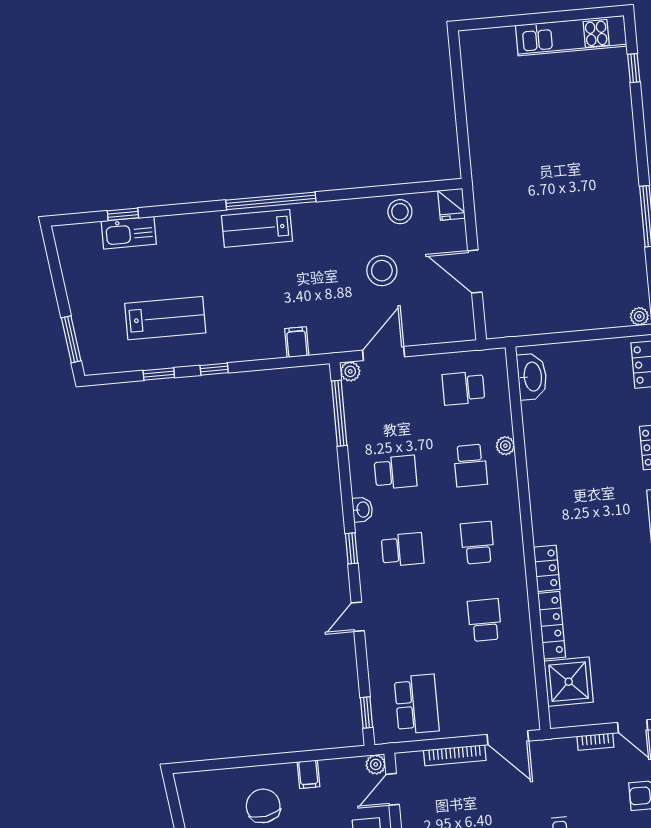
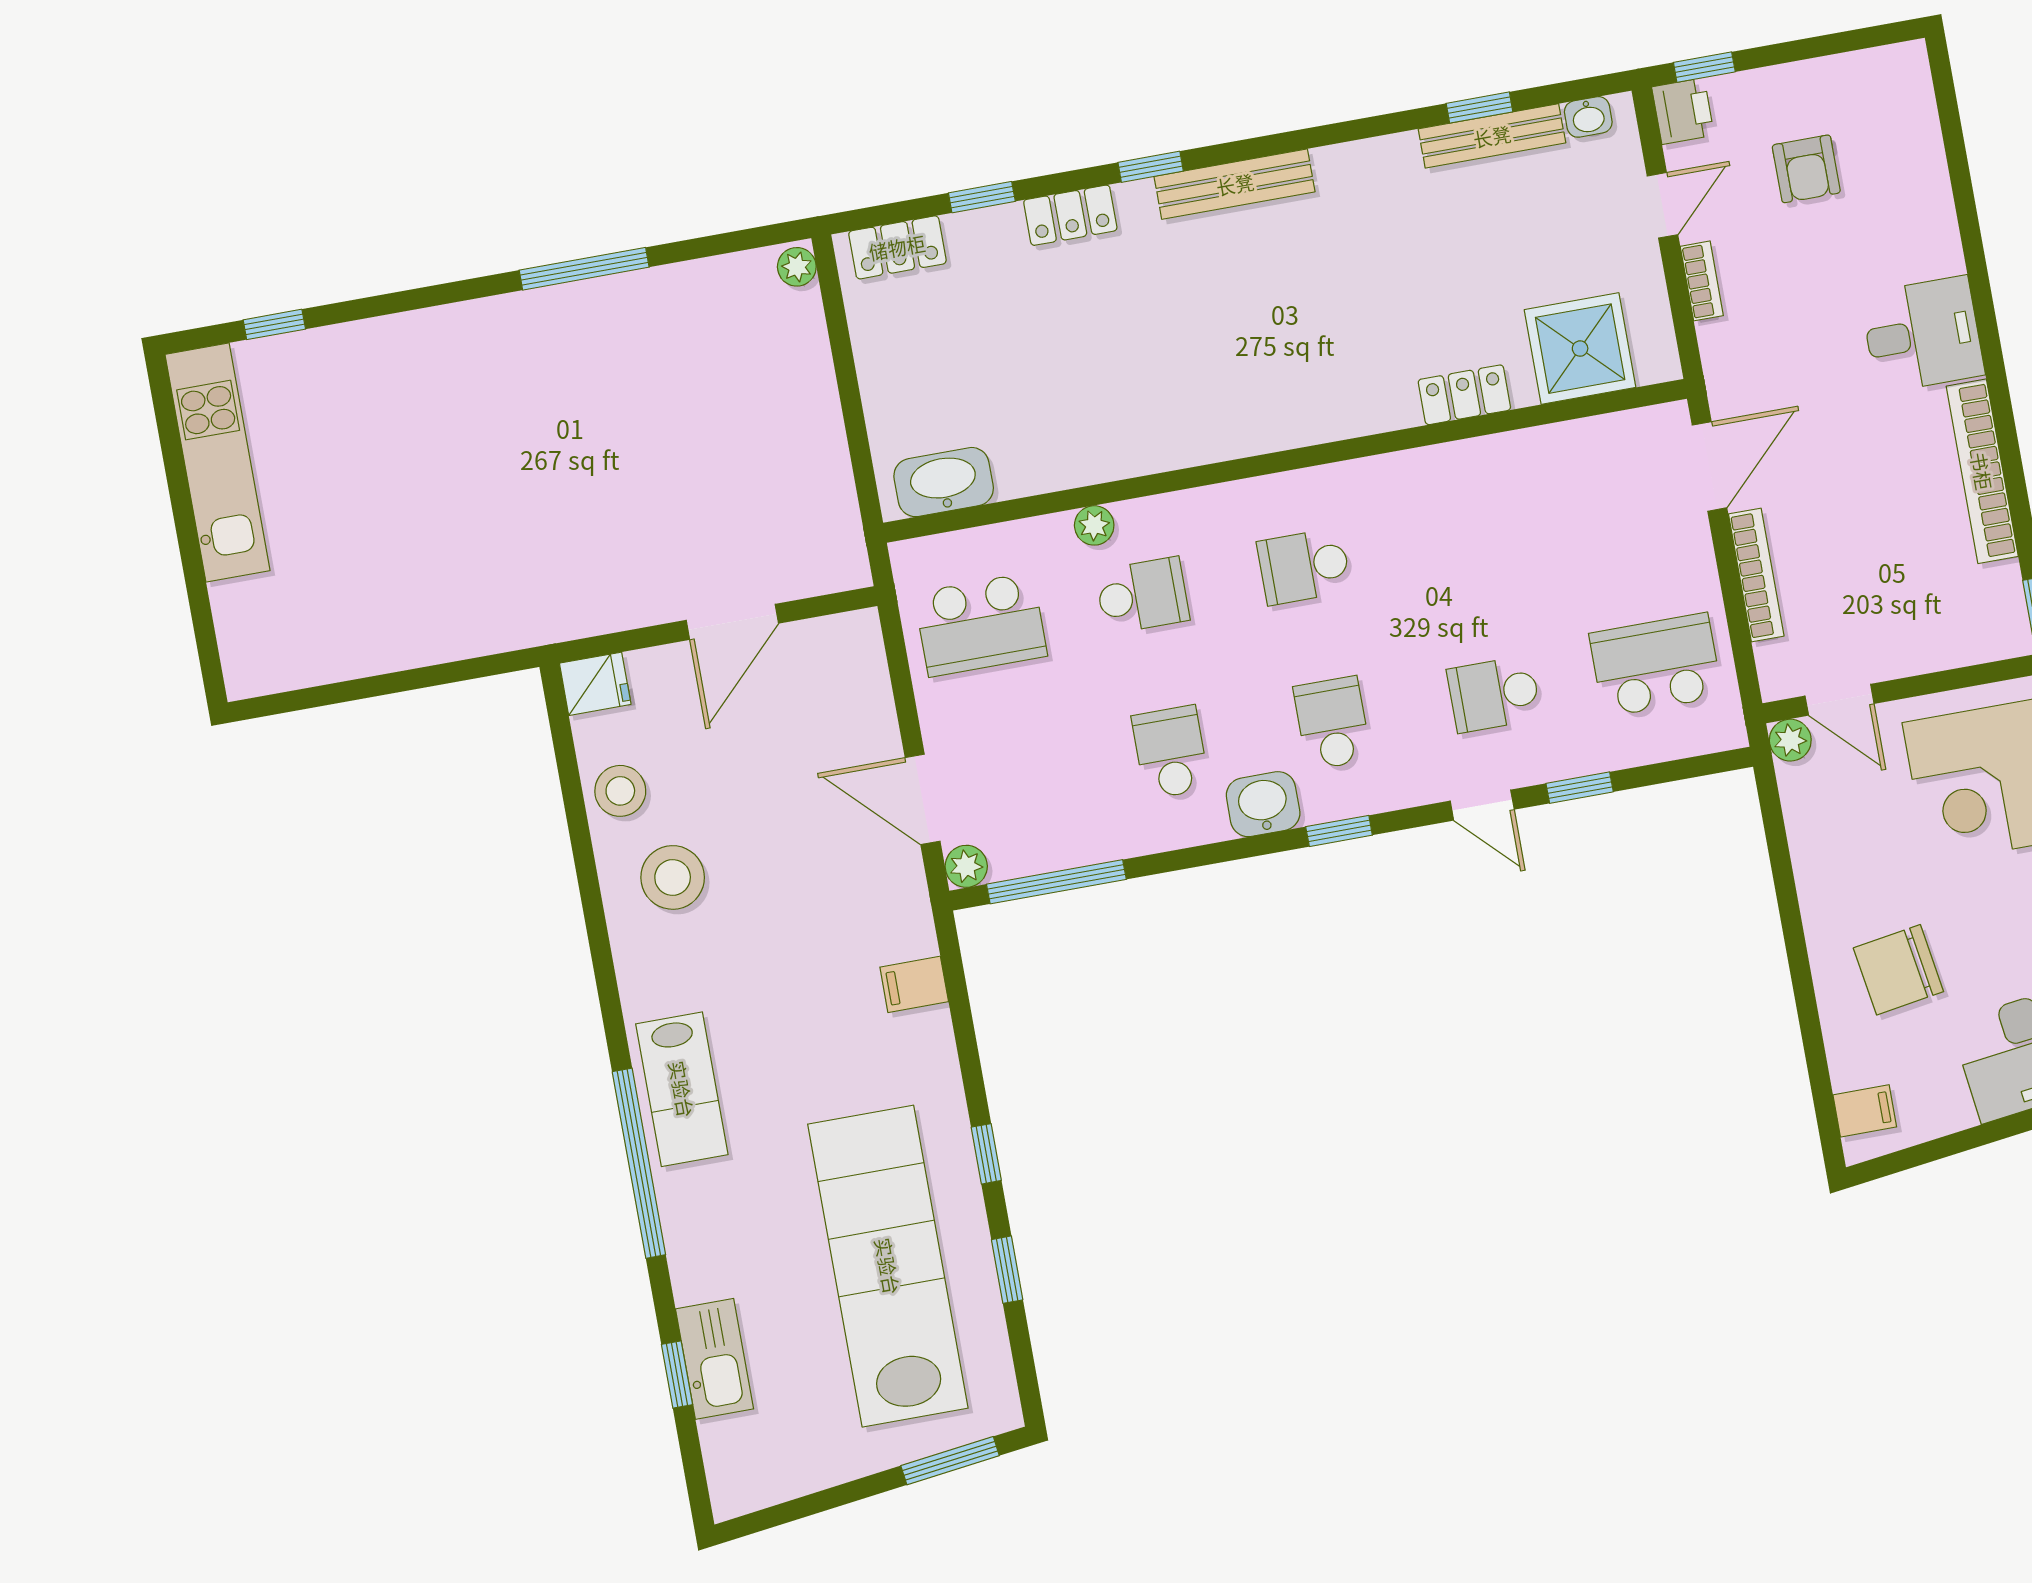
window: (271, 201) -> (639, 1163), moved
stool: (382, 271) -> (673, 877), moved
lab bench: (165, 318) -> (888, 1266), width x1.86, depth x1.39
school desk: (463, 388) -> (981, 625), width x1.85
washbasin: (363, 510) -> (1263, 804), width x1.38, depth x1.45
locker: (547, 568) -> (1345, 415), removed
school desk: (485, 620) -> (1494, 694), moved
locker: (552, 625) -> (1464, 395), width x0.66
window: (366, 713) -> (1580, 788), moved
filing cabinet: (308, 774) -> (1865, 1111), moved

